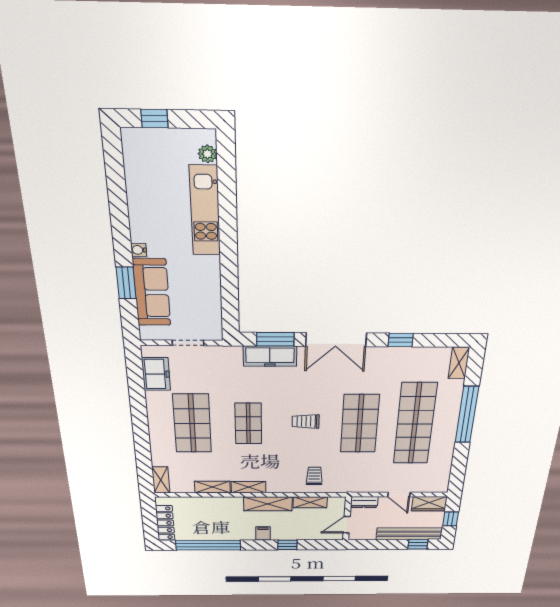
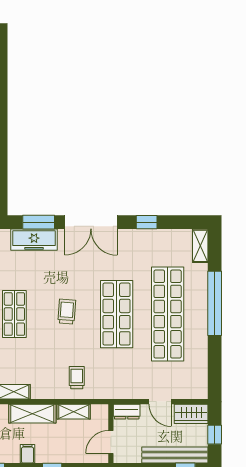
trolley: (306, 421) -> (67, 312), turned 94

